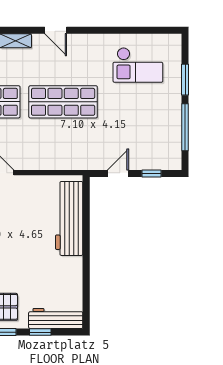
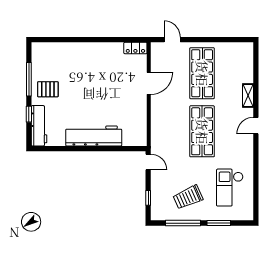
trolley: (151, 121) -> (188, 197), added
door: (118, 173) -> (148, 162), moved
workbench: (69, 218) -> (94, 136), moved

